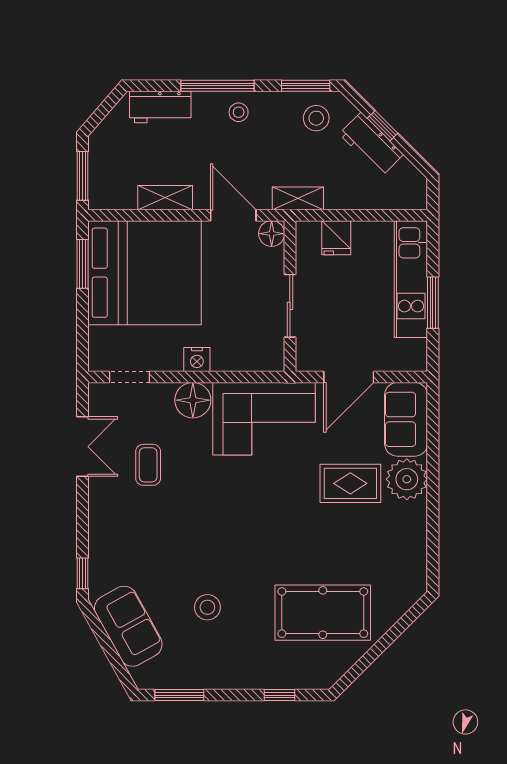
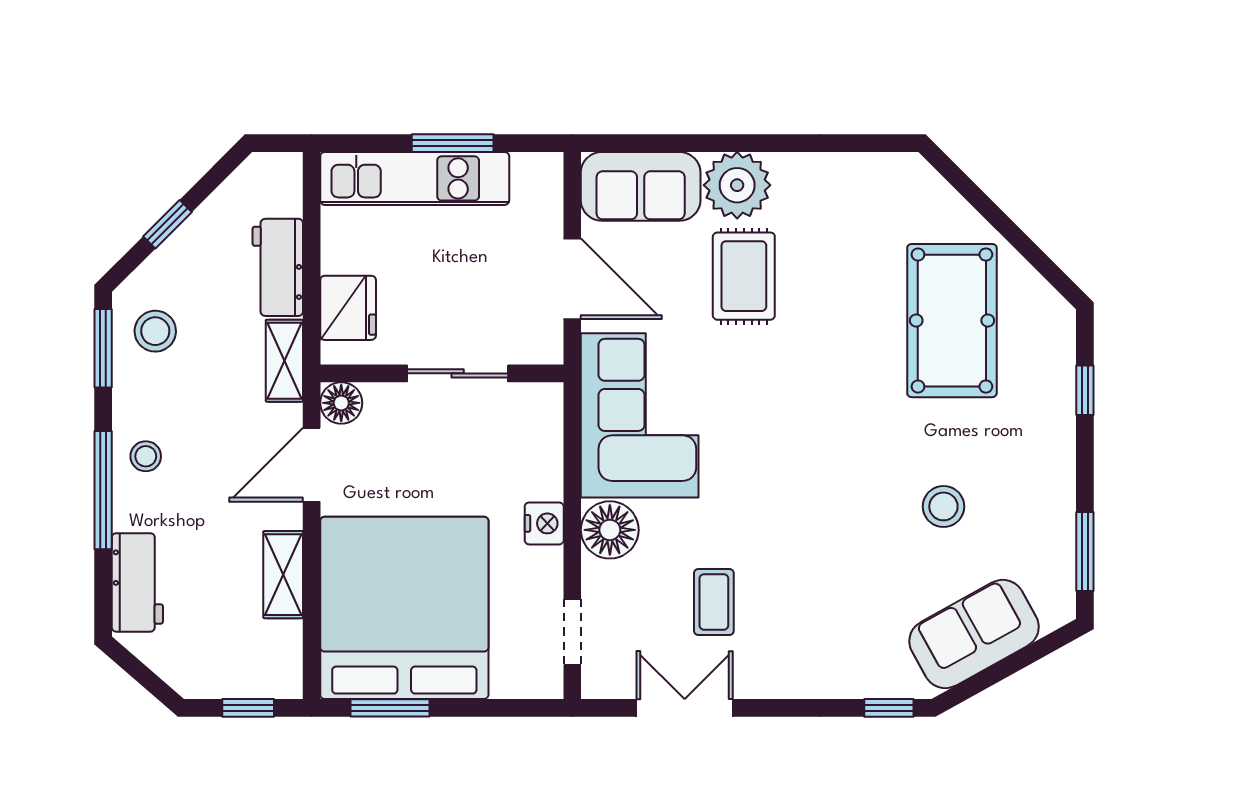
workbench: (371, 144) -> (278, 267), moved, turned 135
window: (82, 176) -> (248, 708), width x0.67
fridge: (336, 238) -> (348, 308), width x1.38
coffee table: (148, 465) -> (714, 602), turned 90

